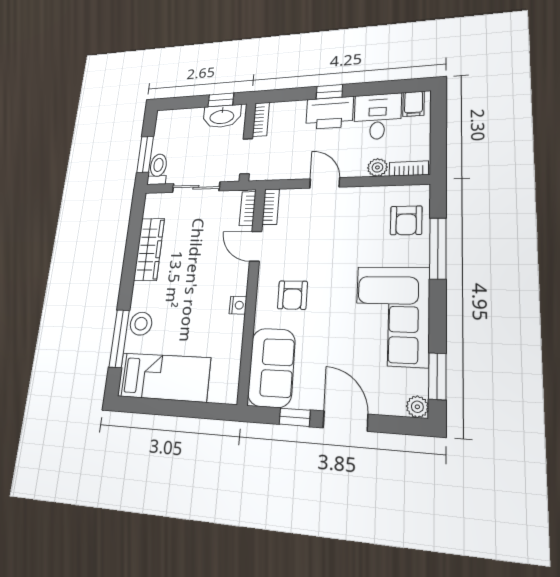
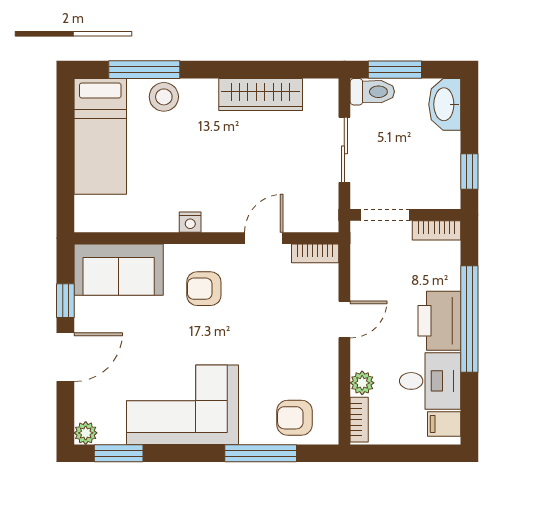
window: (329, 92) -> (469, 319), width x3.17
washbasin: (222, 116) -> (445, 104), moved
bookcase: (248, 209) -> (313, 223), removed

